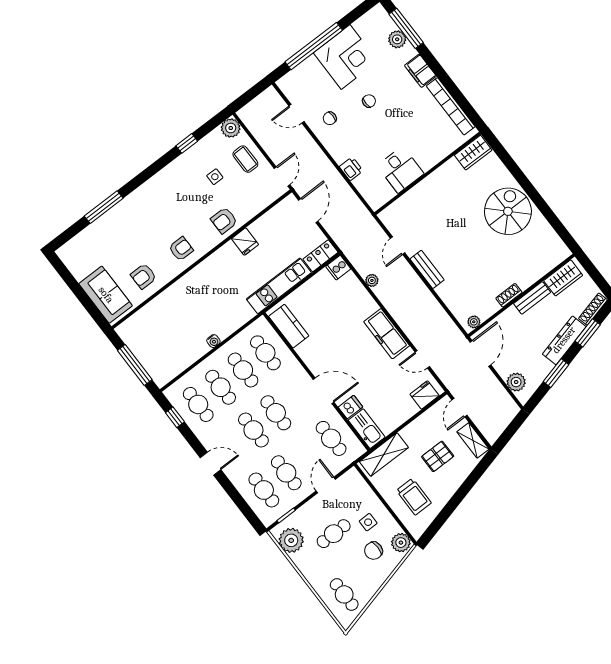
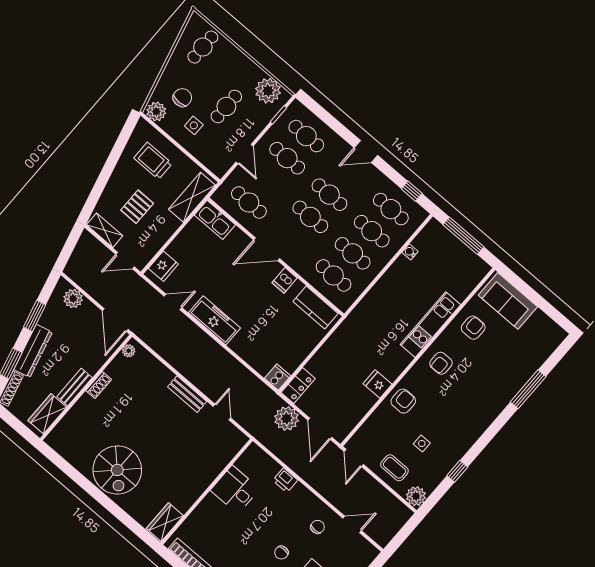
plant: (372, 280) -> (287, 419), moved, width x1.87, depth x1.87
kitchen unit: (279, 286) -> (431, 325), moved, turned 180
water cooler: (213, 341) -> (410, 252), moved
dishwasher: (350, 407) -> (284, 280), moved
door: (459, 408) -> (125, 261), swing flipped
cafe table: (344, 594) -> (203, 47), turned 90

